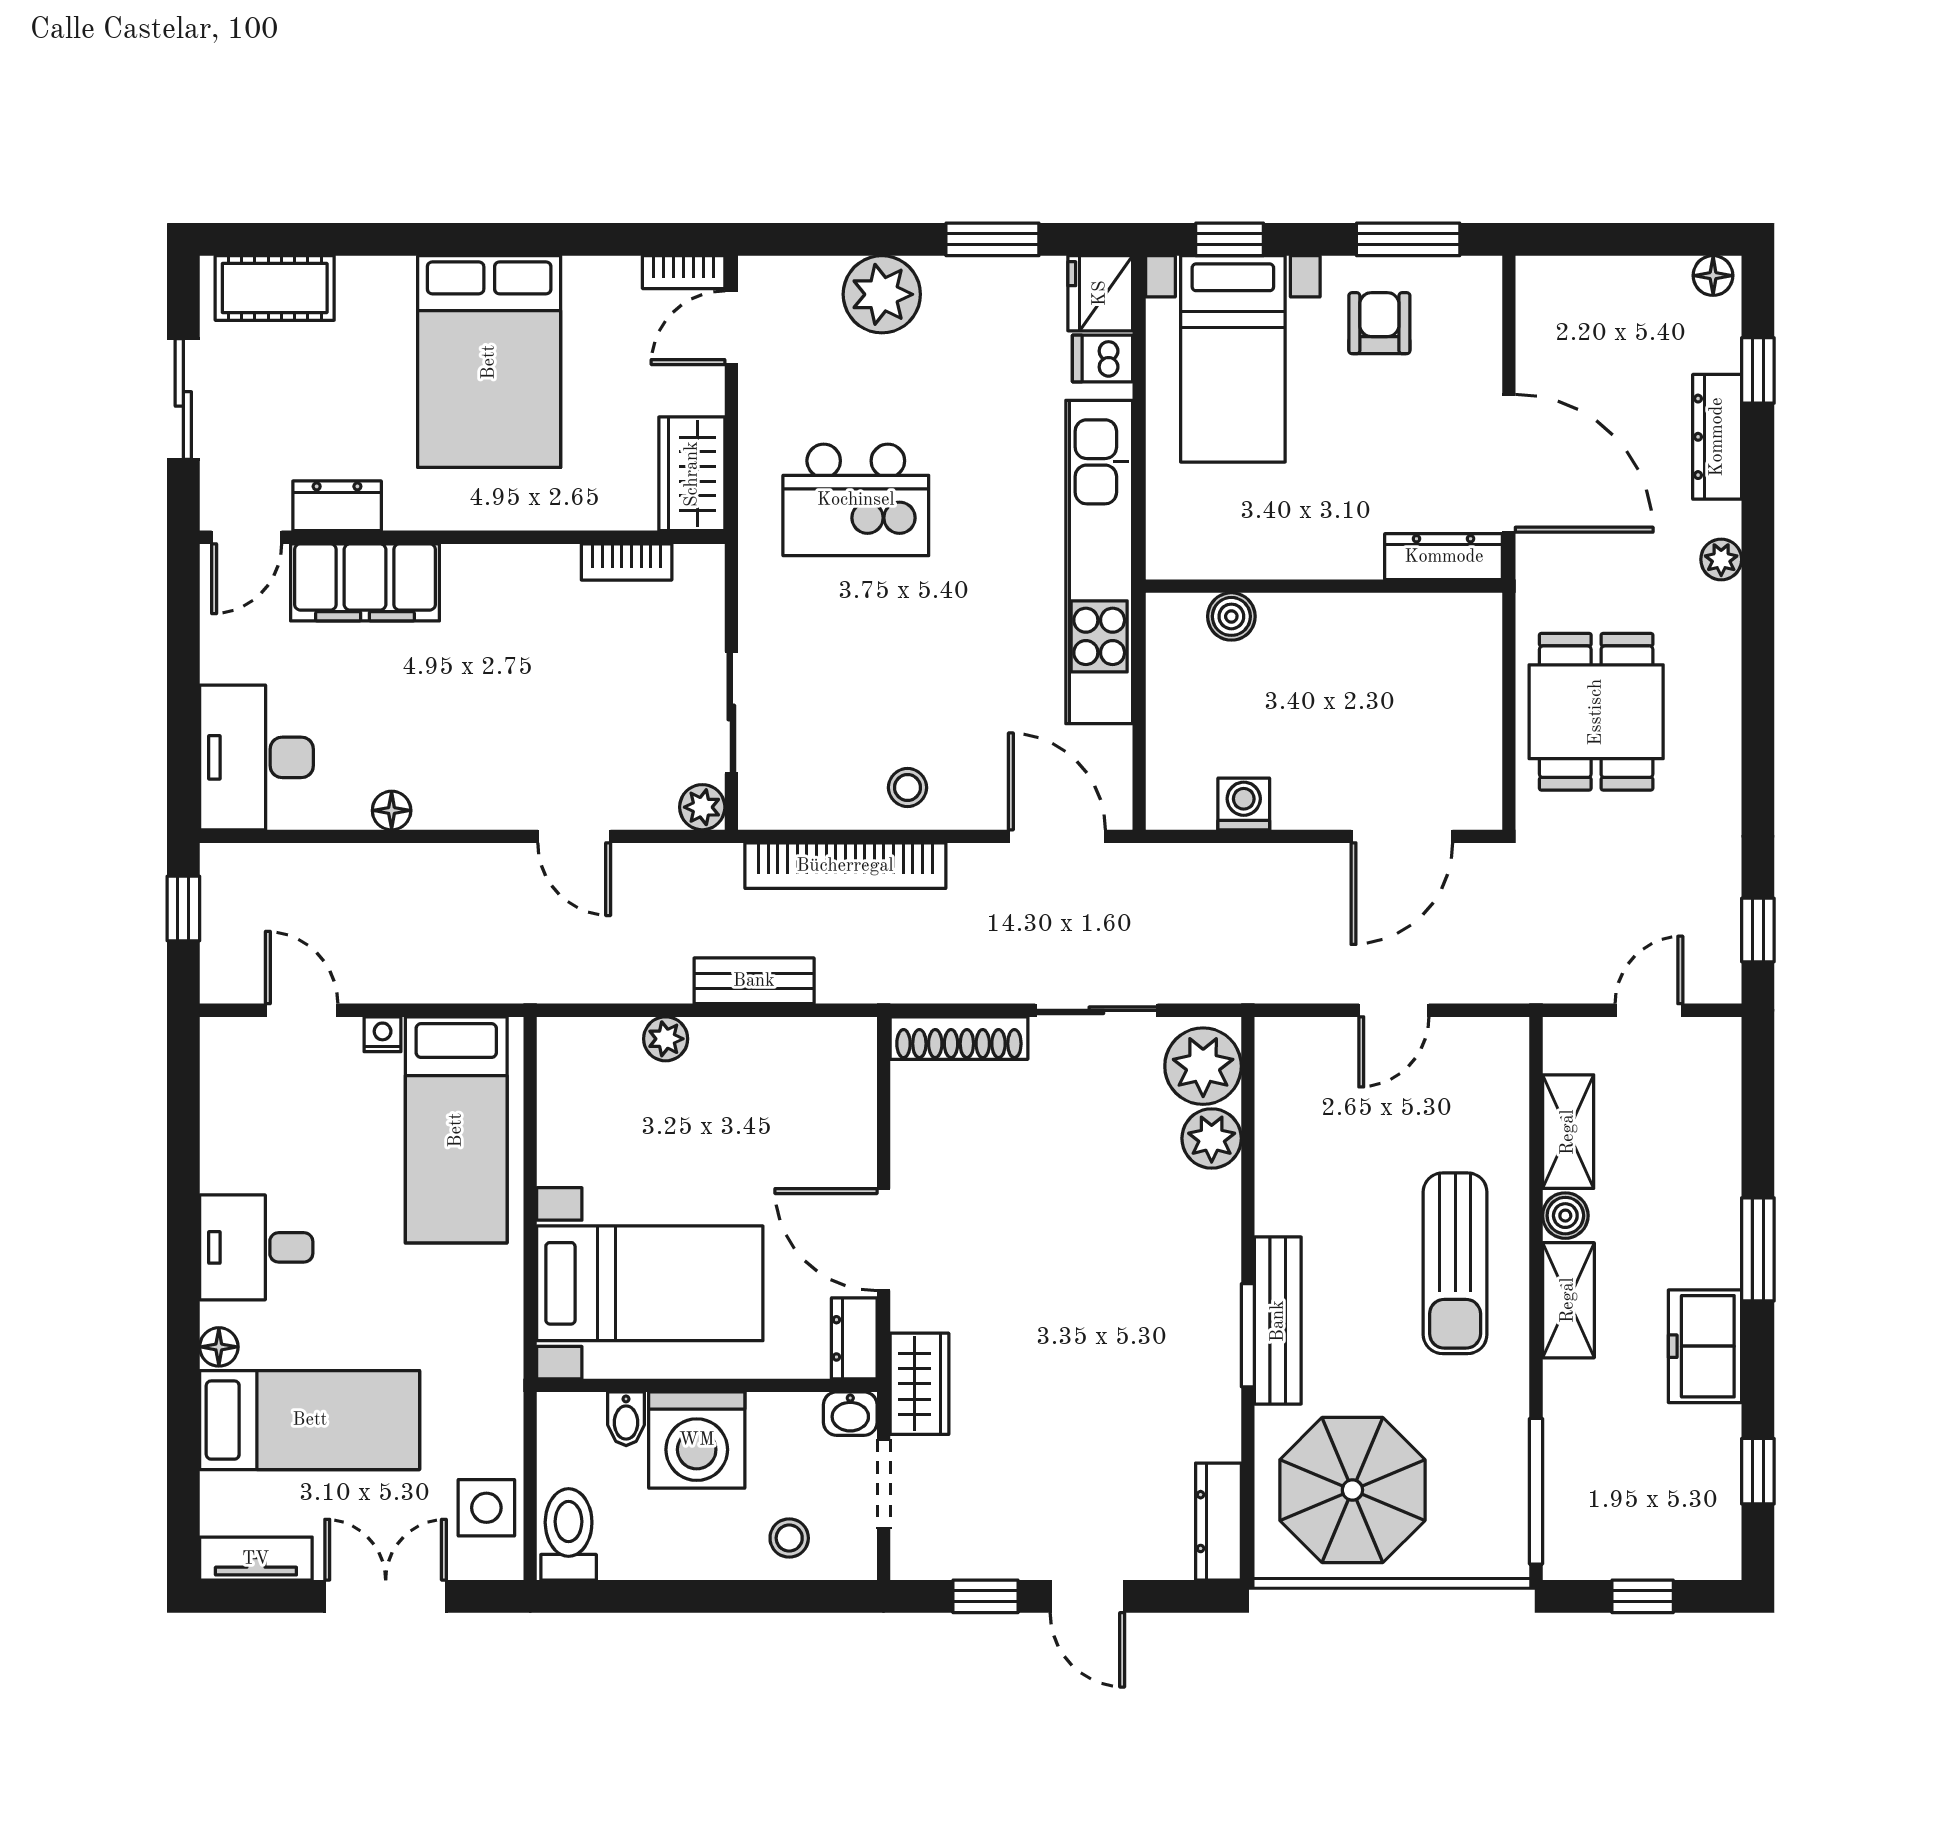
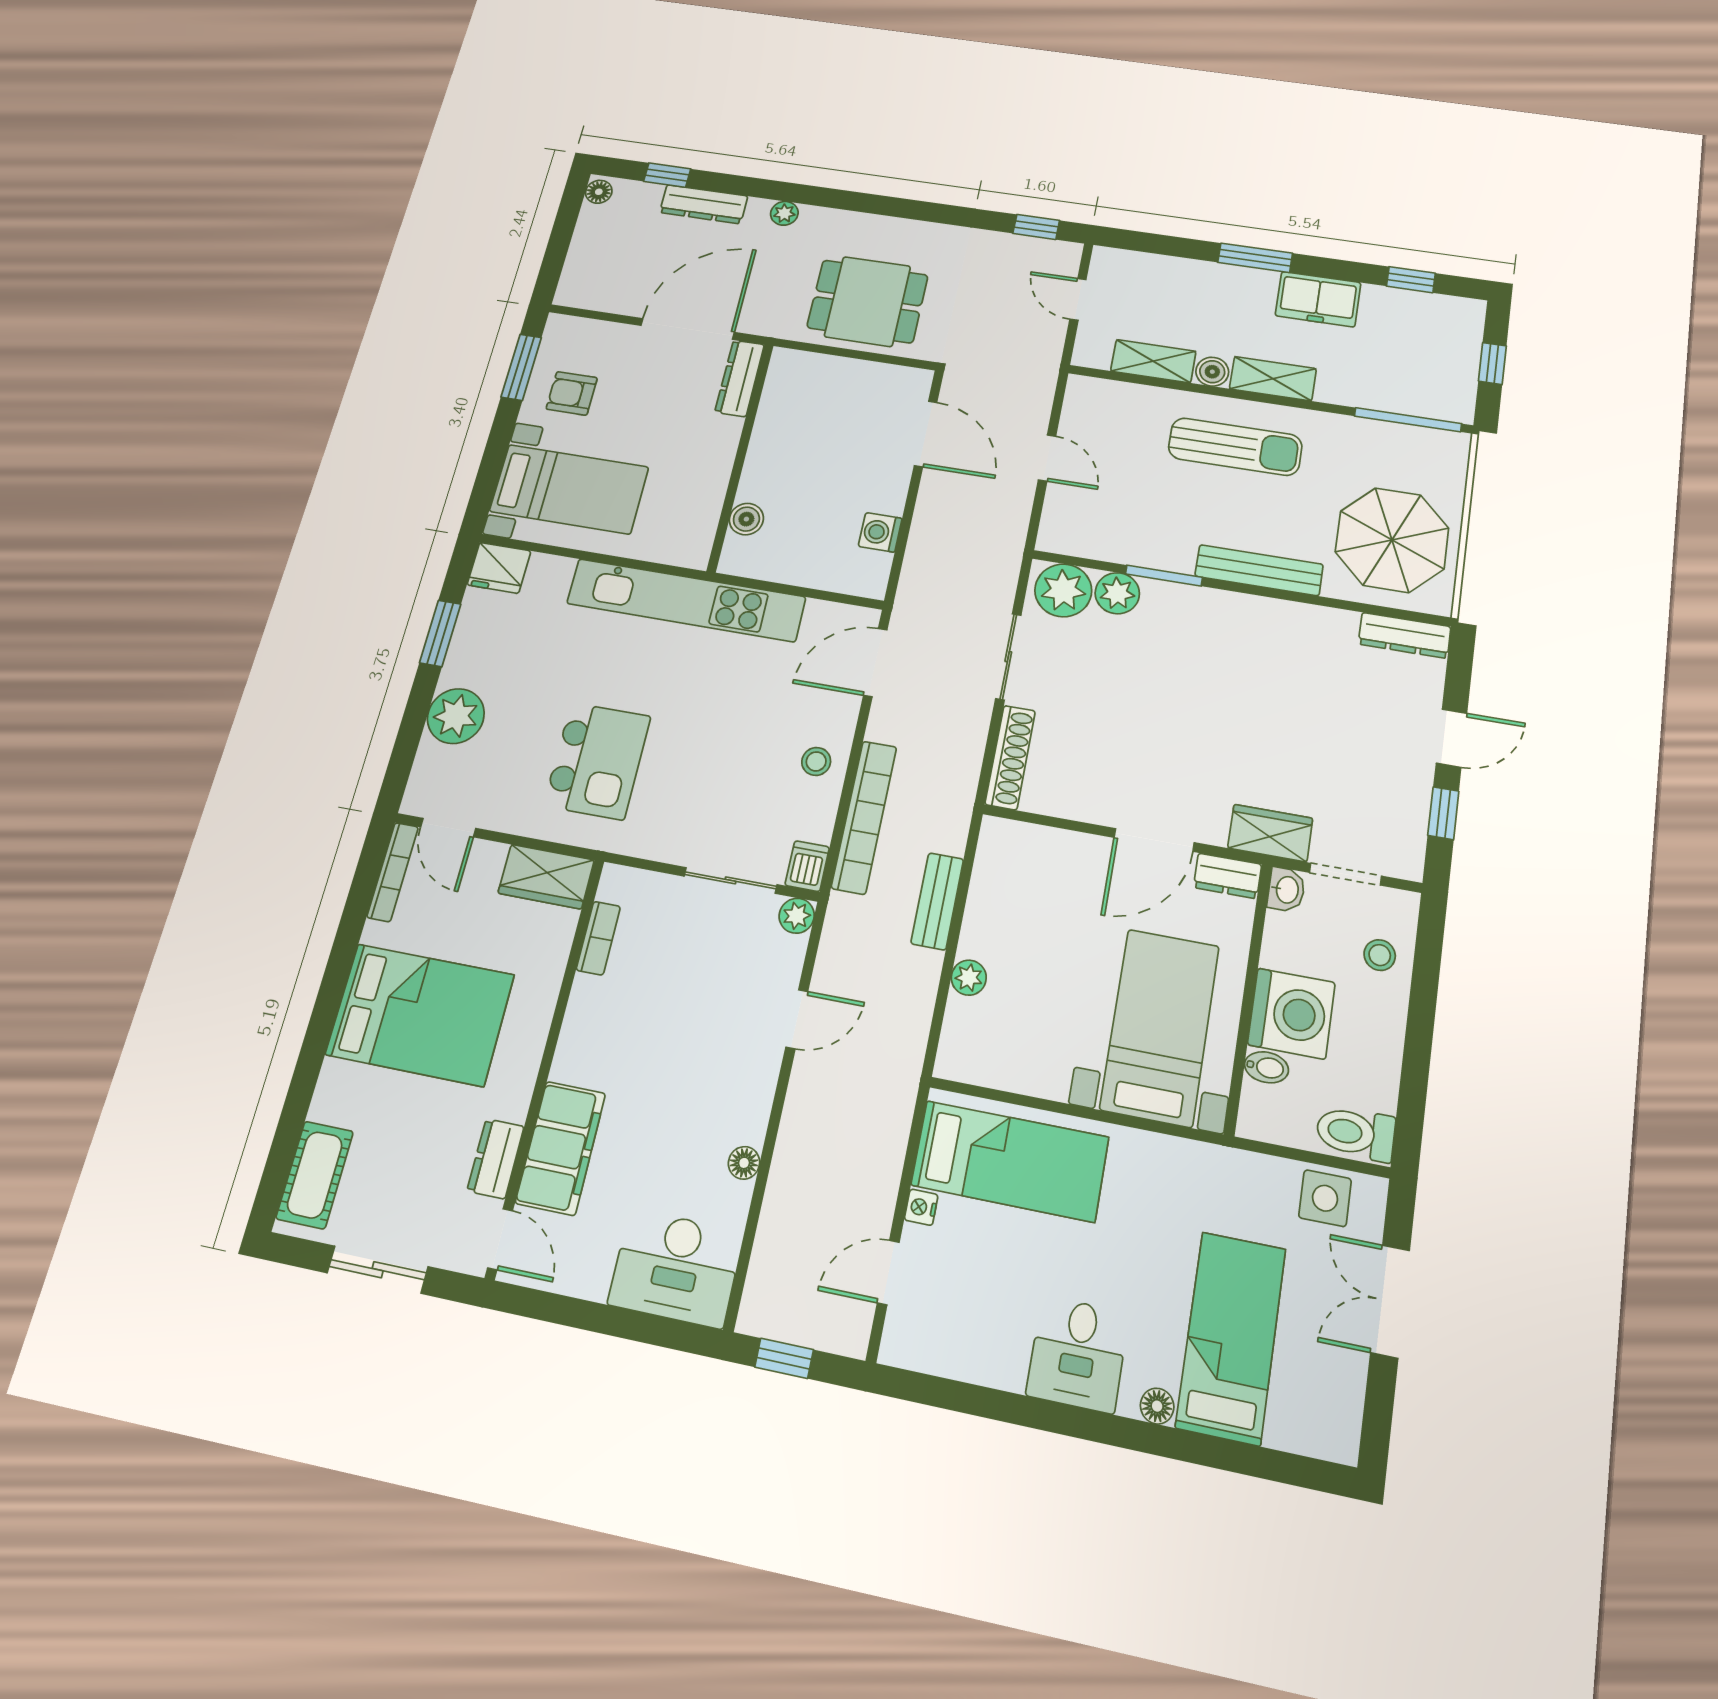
window: (1230, 239) -> (487, 478), removed
bookcase: (684, 272) -> (393, 872), width x1.56
dishwasher: (1103, 358) -> (807, 866), moved, turned 180
window: (1248, 1335) -> (1164, 576), moved
tv unit: (256, 1559) -> (1344, 1411), removed

